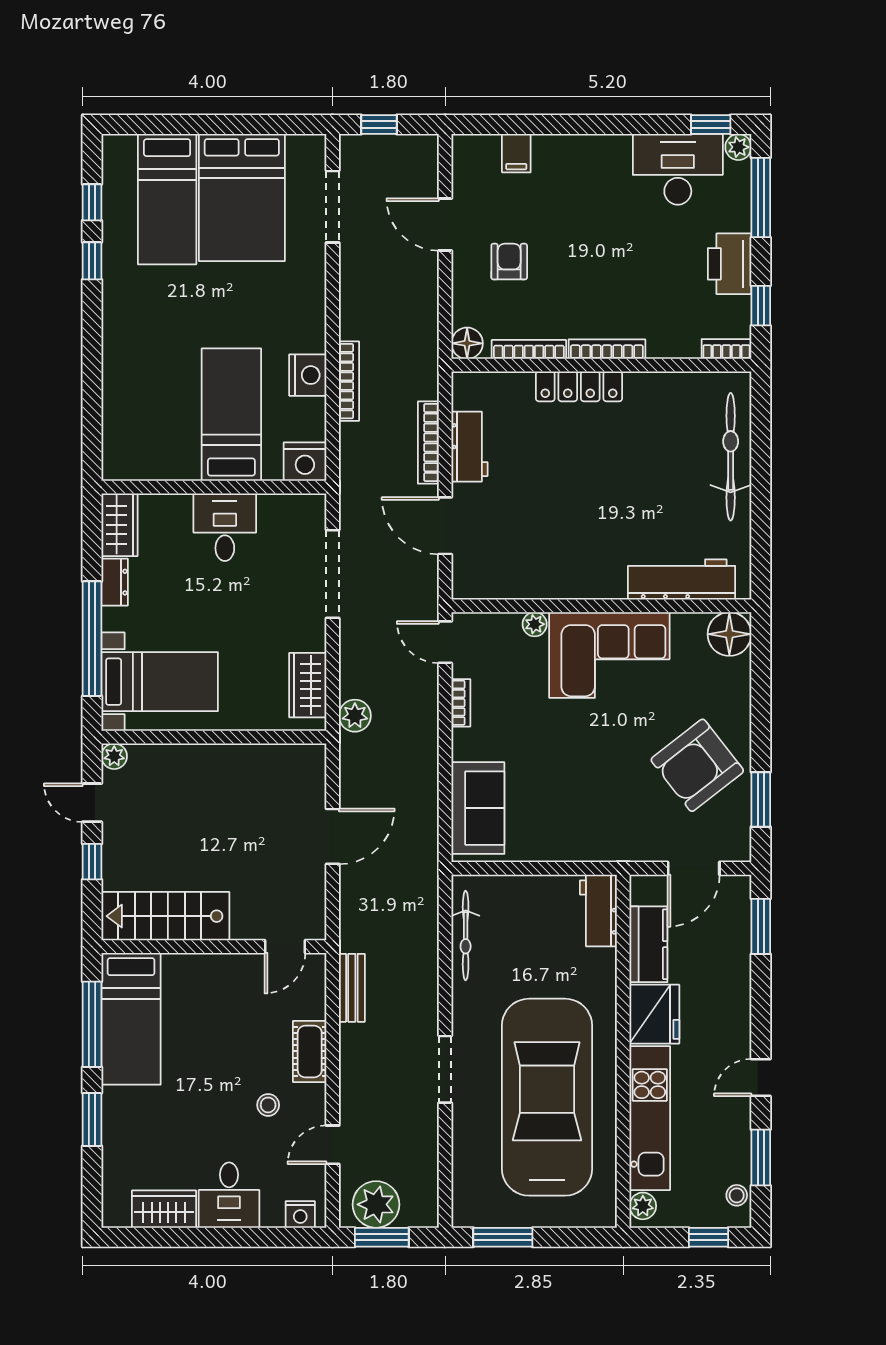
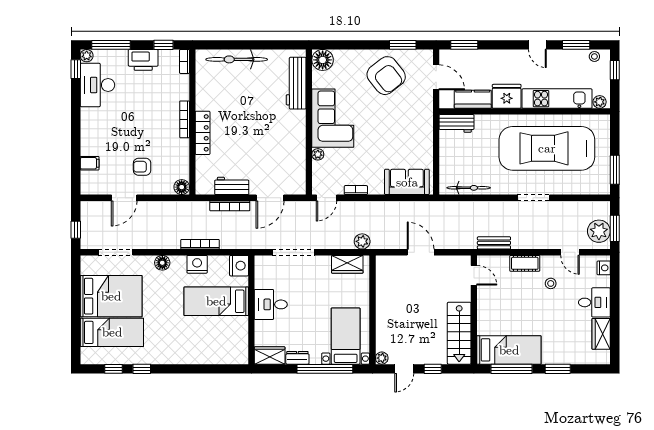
floor lamp: (311, 303) -> (162, 263), added
bookcase: (529, 349) -> (185, 157), removed

